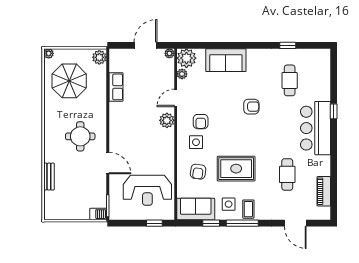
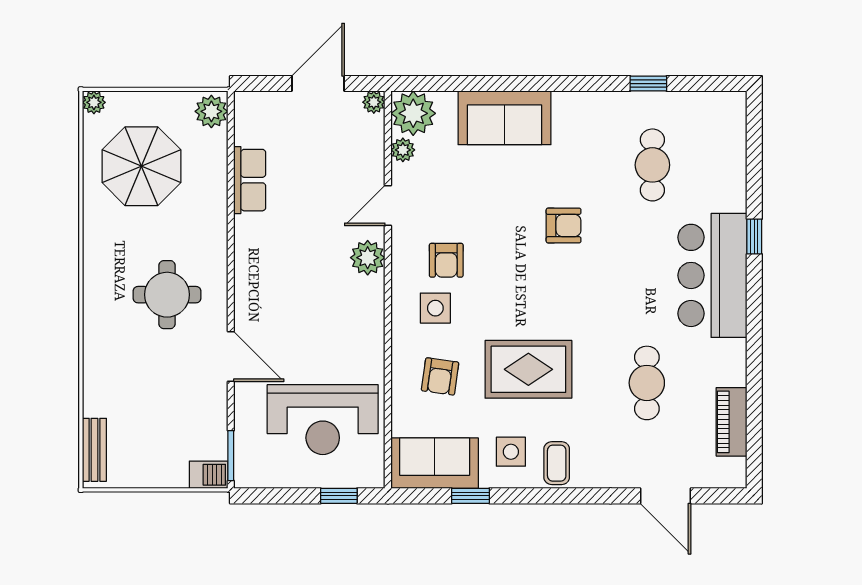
bench: (49, 177) -> (94, 450), moved
window: (242, 223) -> (543, 496), removed

